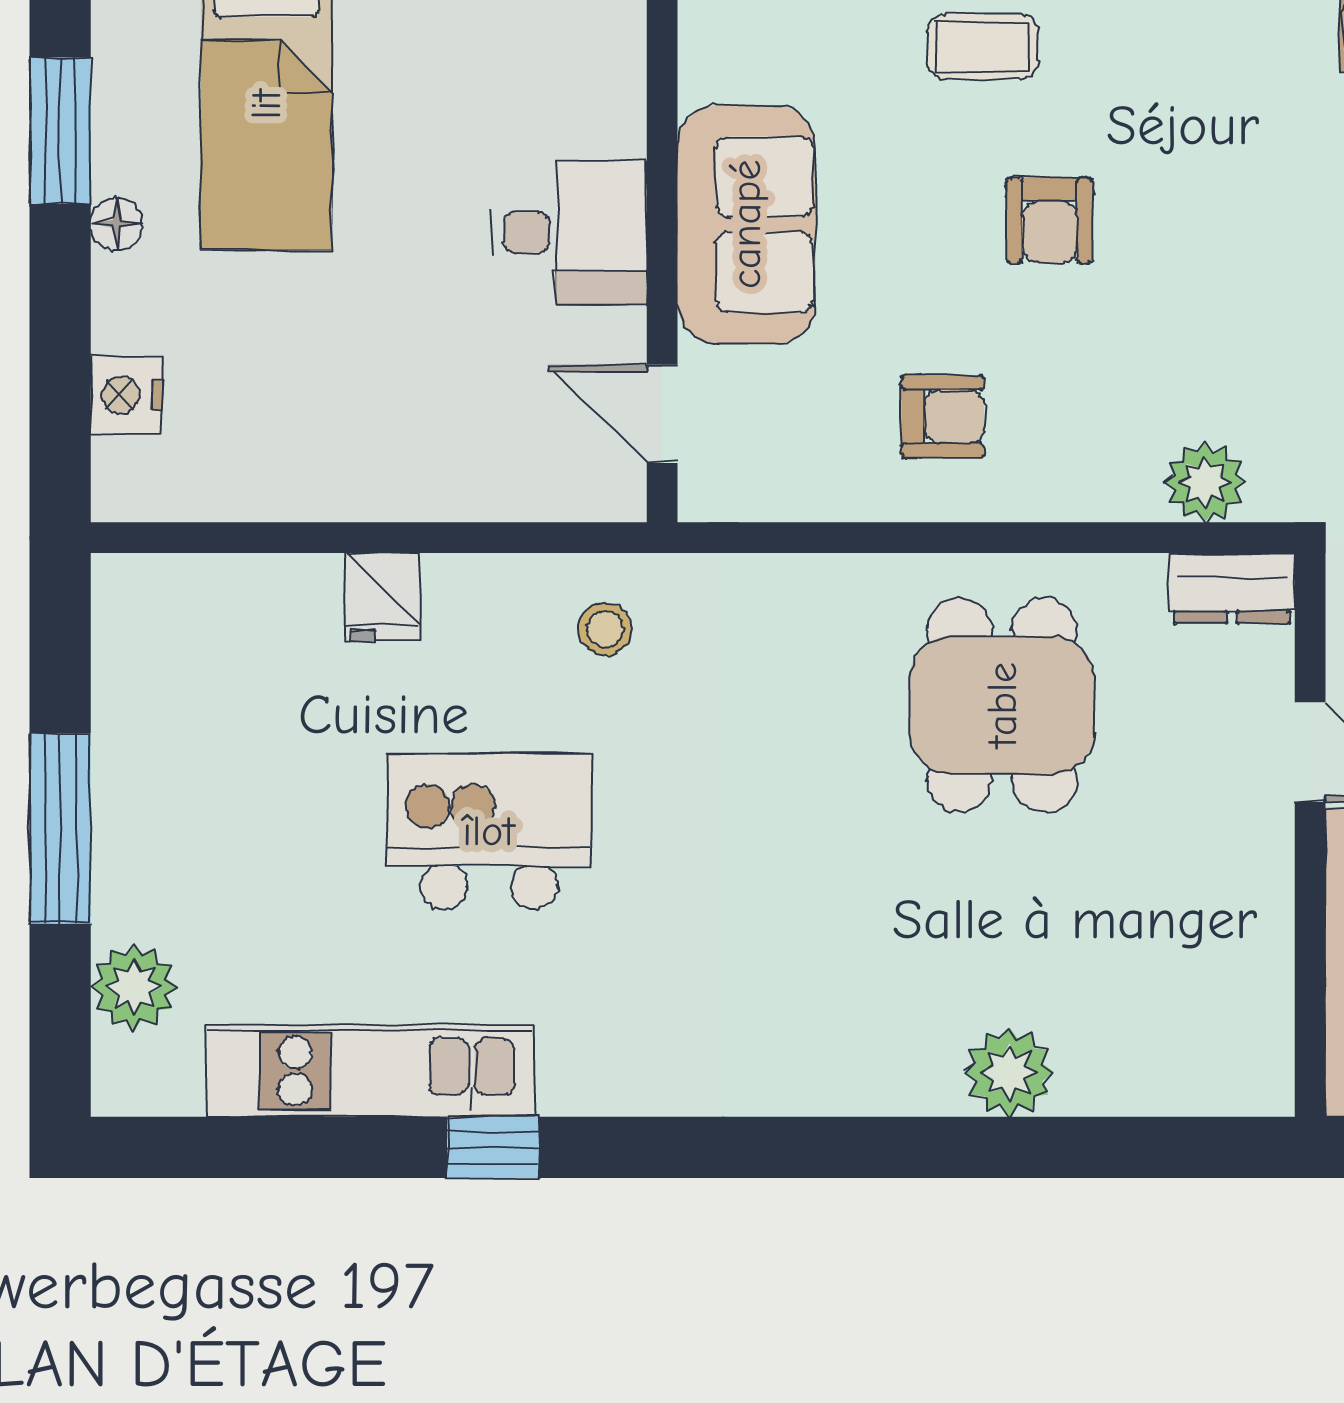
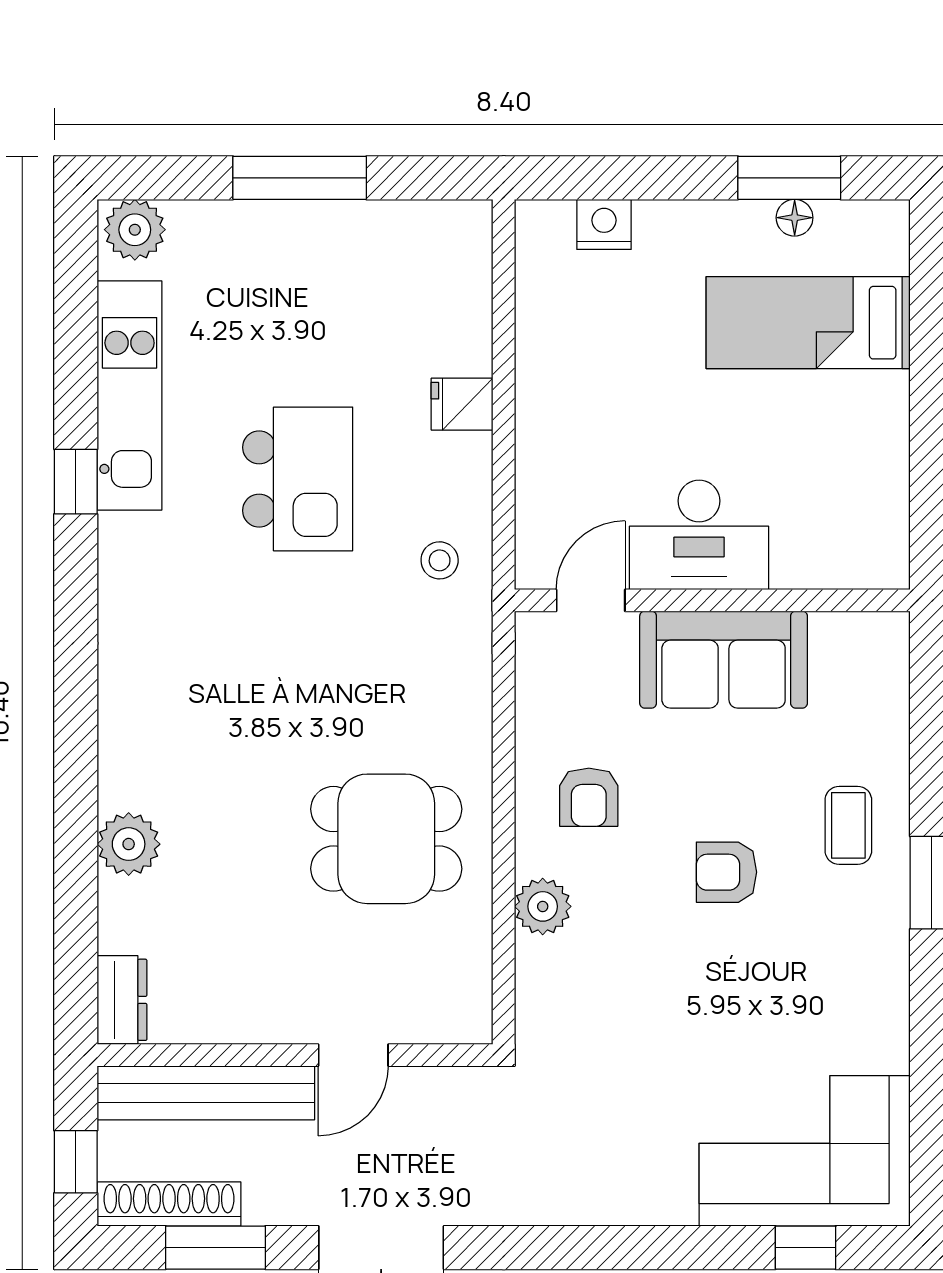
floor lamp: (117, 224) -> (795, 218), moved
desk: (569, 232) -> (699, 535), width x1.37
plant: (1205, 482) -> (543, 906), moved
dresser: (1232, 588) -> (122, 1000), moved, turned 180
plant: (134, 987) -> (135, 230), moved

